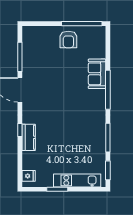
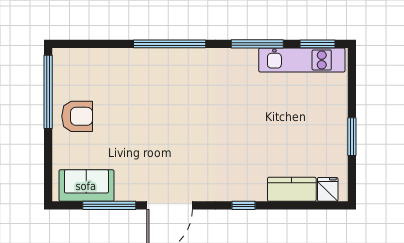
sofa: (97, 74) -> (86, 186), moved, turned 180
kitchen counter: (29, 137) -> (292, 189), moved
kitchen unit: (77, 180) -> (302, 60), moved, turned -90

